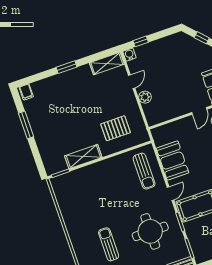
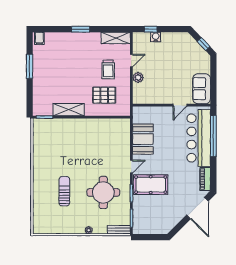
water cooler: (129, 55) -> (156, 37), moved
trolley: (110, 100) -> (108, 69), added
sun lounger: (144, 171) -> (116, 140), removed

